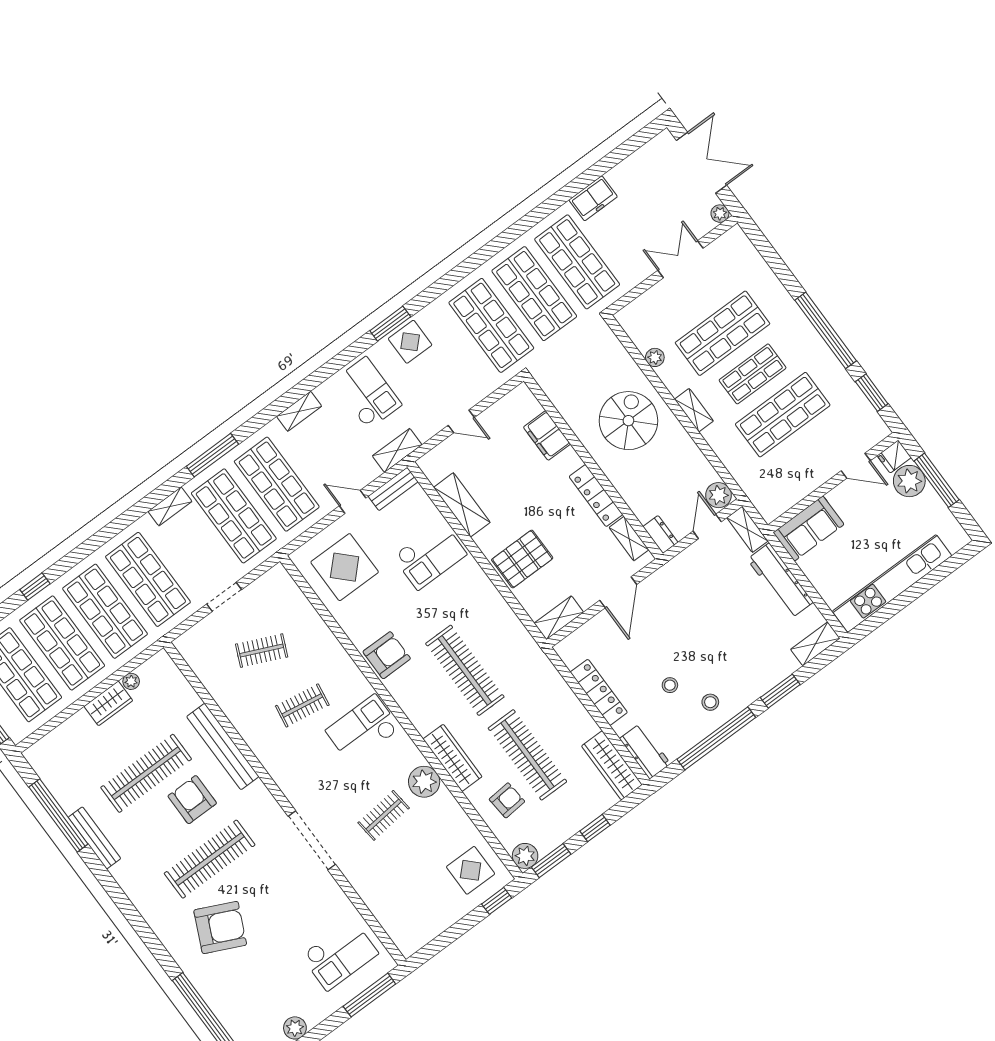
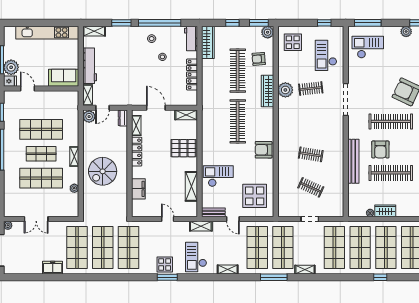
door: (618, 592) -> (156, 108), hinge flipped
checkout: (363, 729) -> (326, 55), moved, turned 90
window: (497, 901) -> (324, 23), moved

